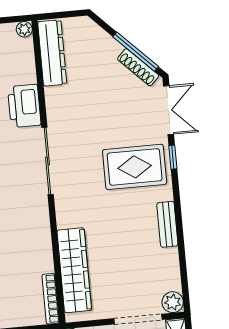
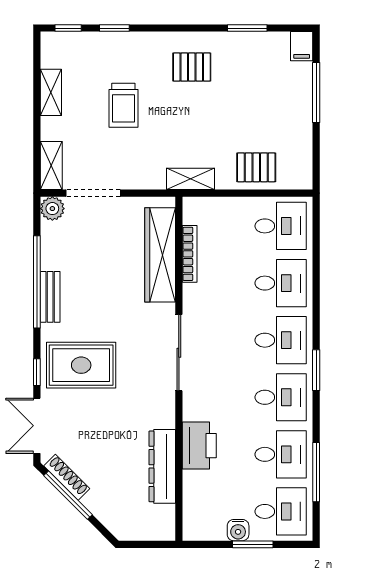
plant: (24, 29) -> (191, 532), removed
dresser: (52, 53) -> (162, 466), moved
sliding door: (47, 161) -> (179, 353), moved
window: (180, 236) -> (37, 282), added
bookcase: (51, 299) -> (190, 254), moved

